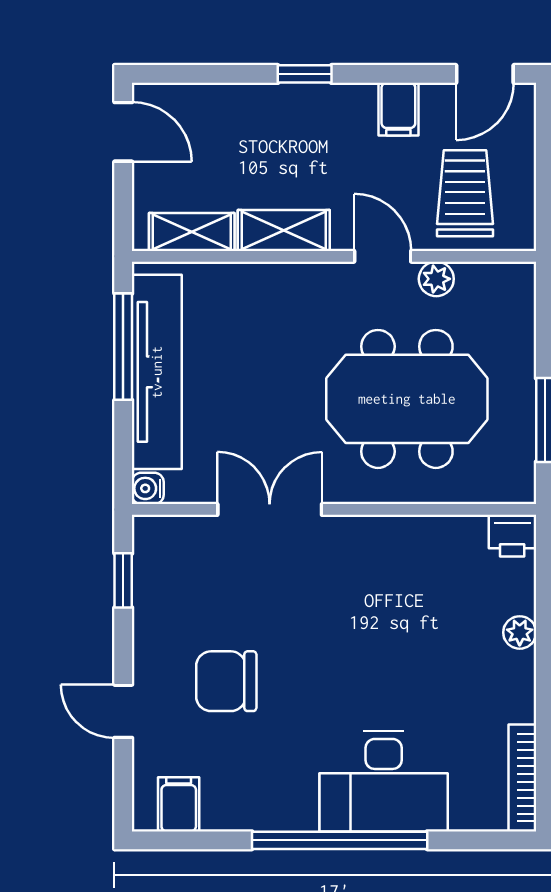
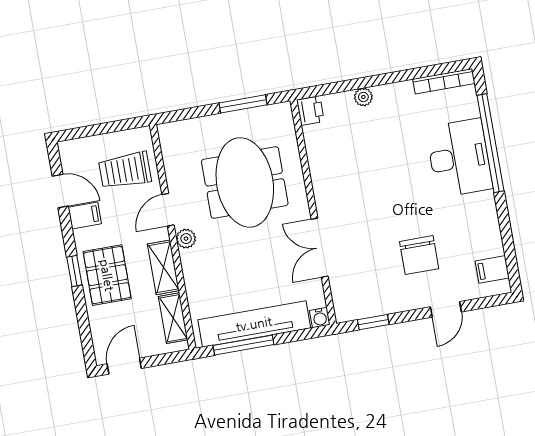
door: (485, 74) -> (60, 191), moved
pallet: (287, 130) -> (107, 275), added
plant: (436, 279) -> (186, 239), moved
window: (340, 840) -> (490, 143), moved

